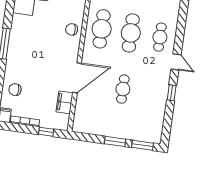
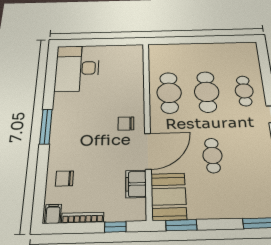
chair: (72, 29) -> (126, 124), moved
booth: (86, 116) -> (168, 196), added
window: (115, 141) -> (181, 225), moved

